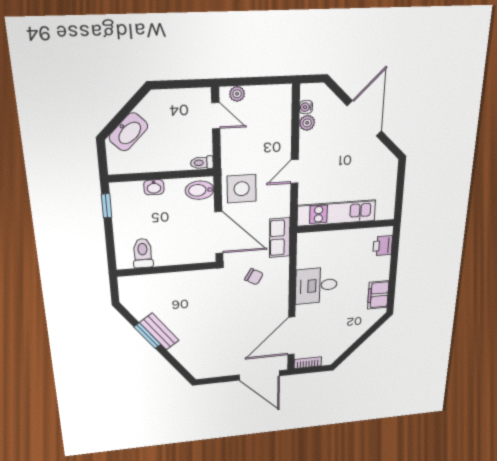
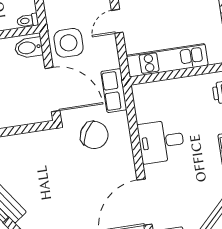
chair: (254, 277) -> (94, 135), width x1.87, depth x1.87

